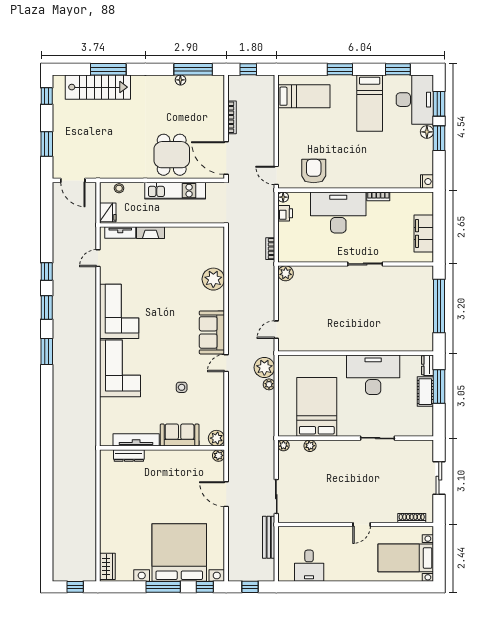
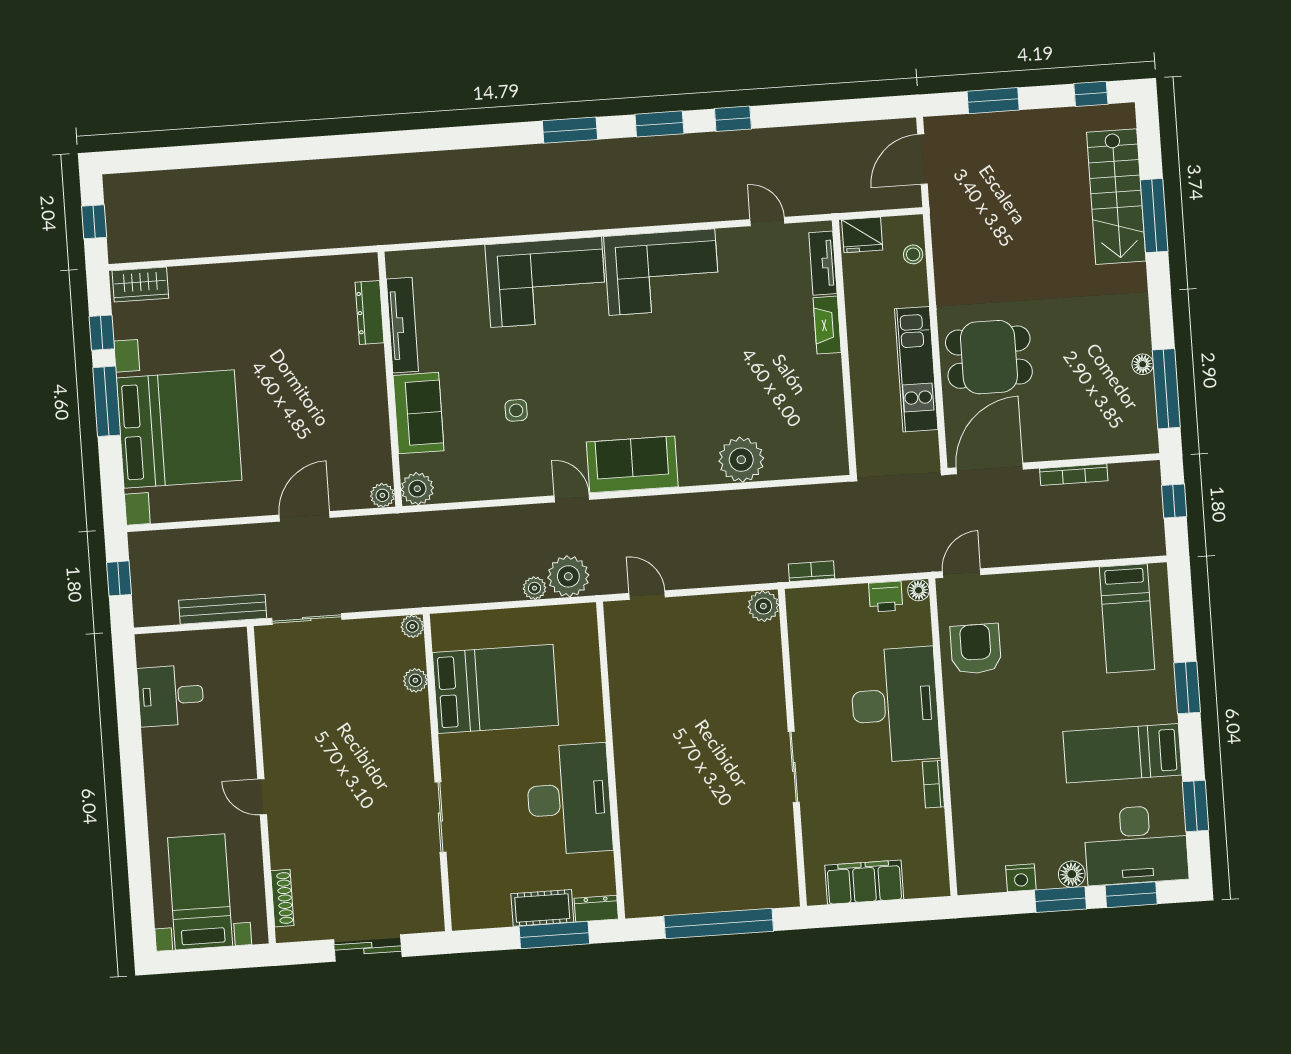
armchair: (314, 171) -> (976, 649), turned -90
nightstand: (427, 182) -> (1021, 878), moved
window: (205, 587) -> (102, 333), moved

